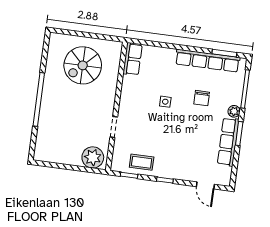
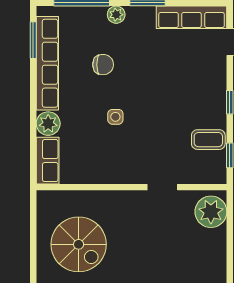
plant: (167, 56) -> (48, 124), added
row of seats: (133, 59) -> (48, 161), moved, turned 90
row of seats: (228, 142) -> (192, 17), moved
coffee table: (142, 162) -> (208, 140), turned 90

